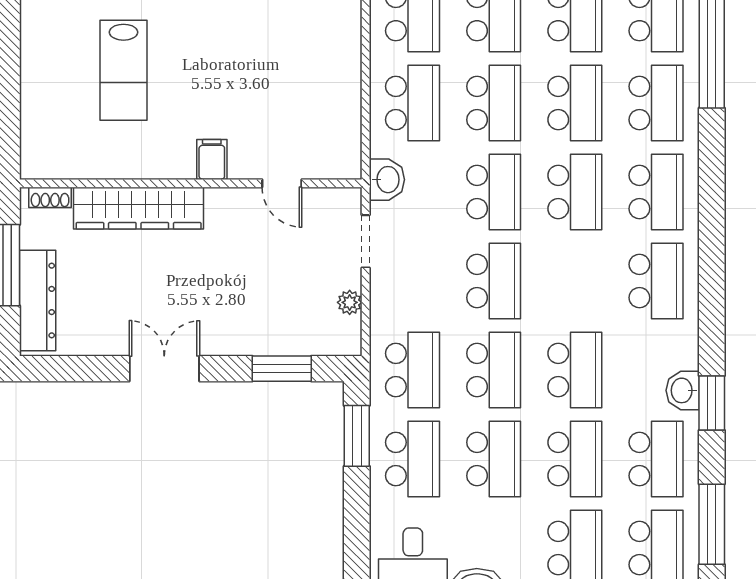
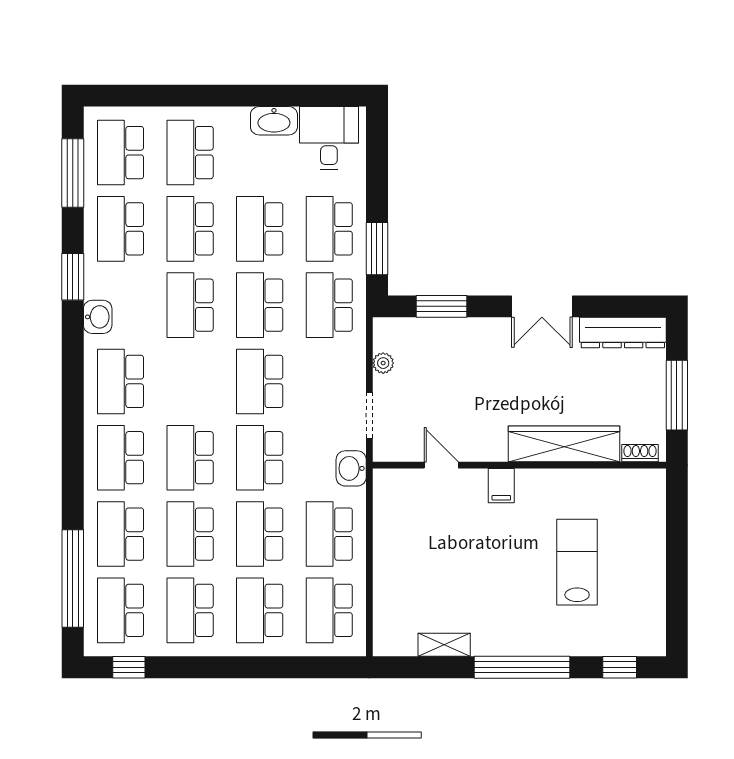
dresser: (38, 300) -> (623, 333), moved, turned -90
washbasin: (683, 390) -> (98, 317), moved

